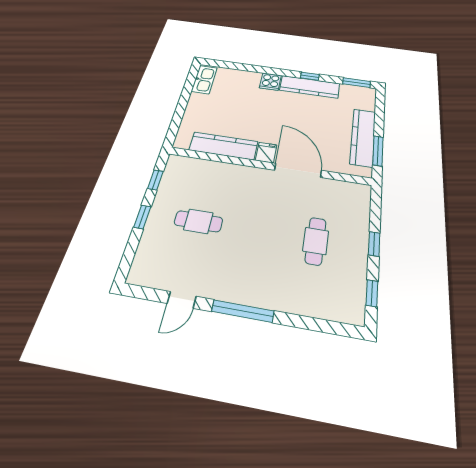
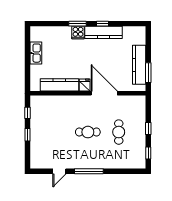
kitchen sink: (204, 80) -> (36, 53), moved
window: (357, 83) -> (77, 24), moved
cafe table: (198, 221) -> (88, 132), moved

